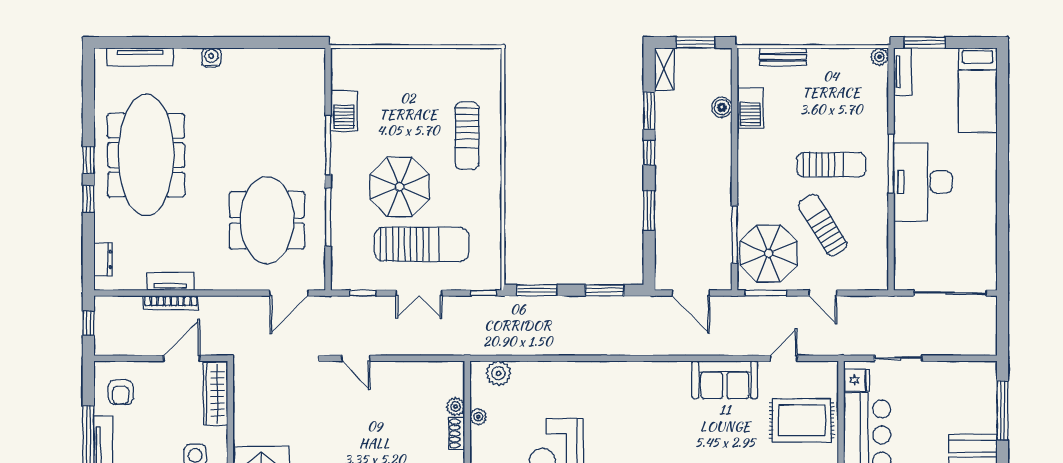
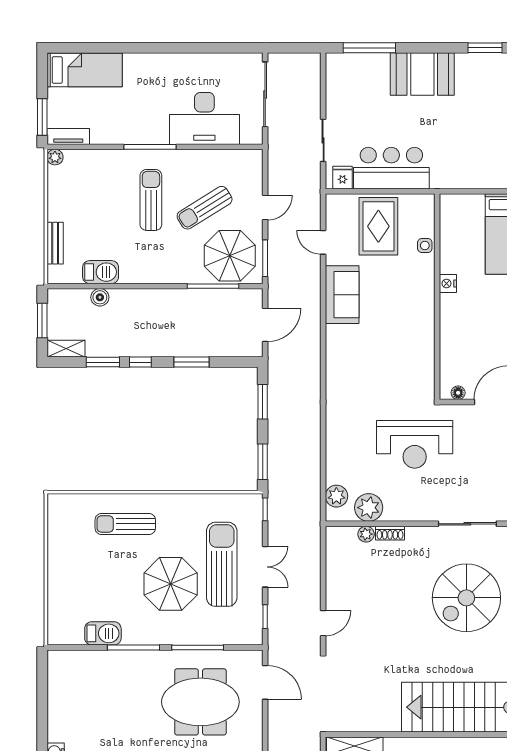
sun lounger: (467, 136) -> (125, 524), turned 180
desk: (923, 182) -> (204, 118), moved
plant: (478, 417) -> (369, 508), width x1.88, depth x1.88

